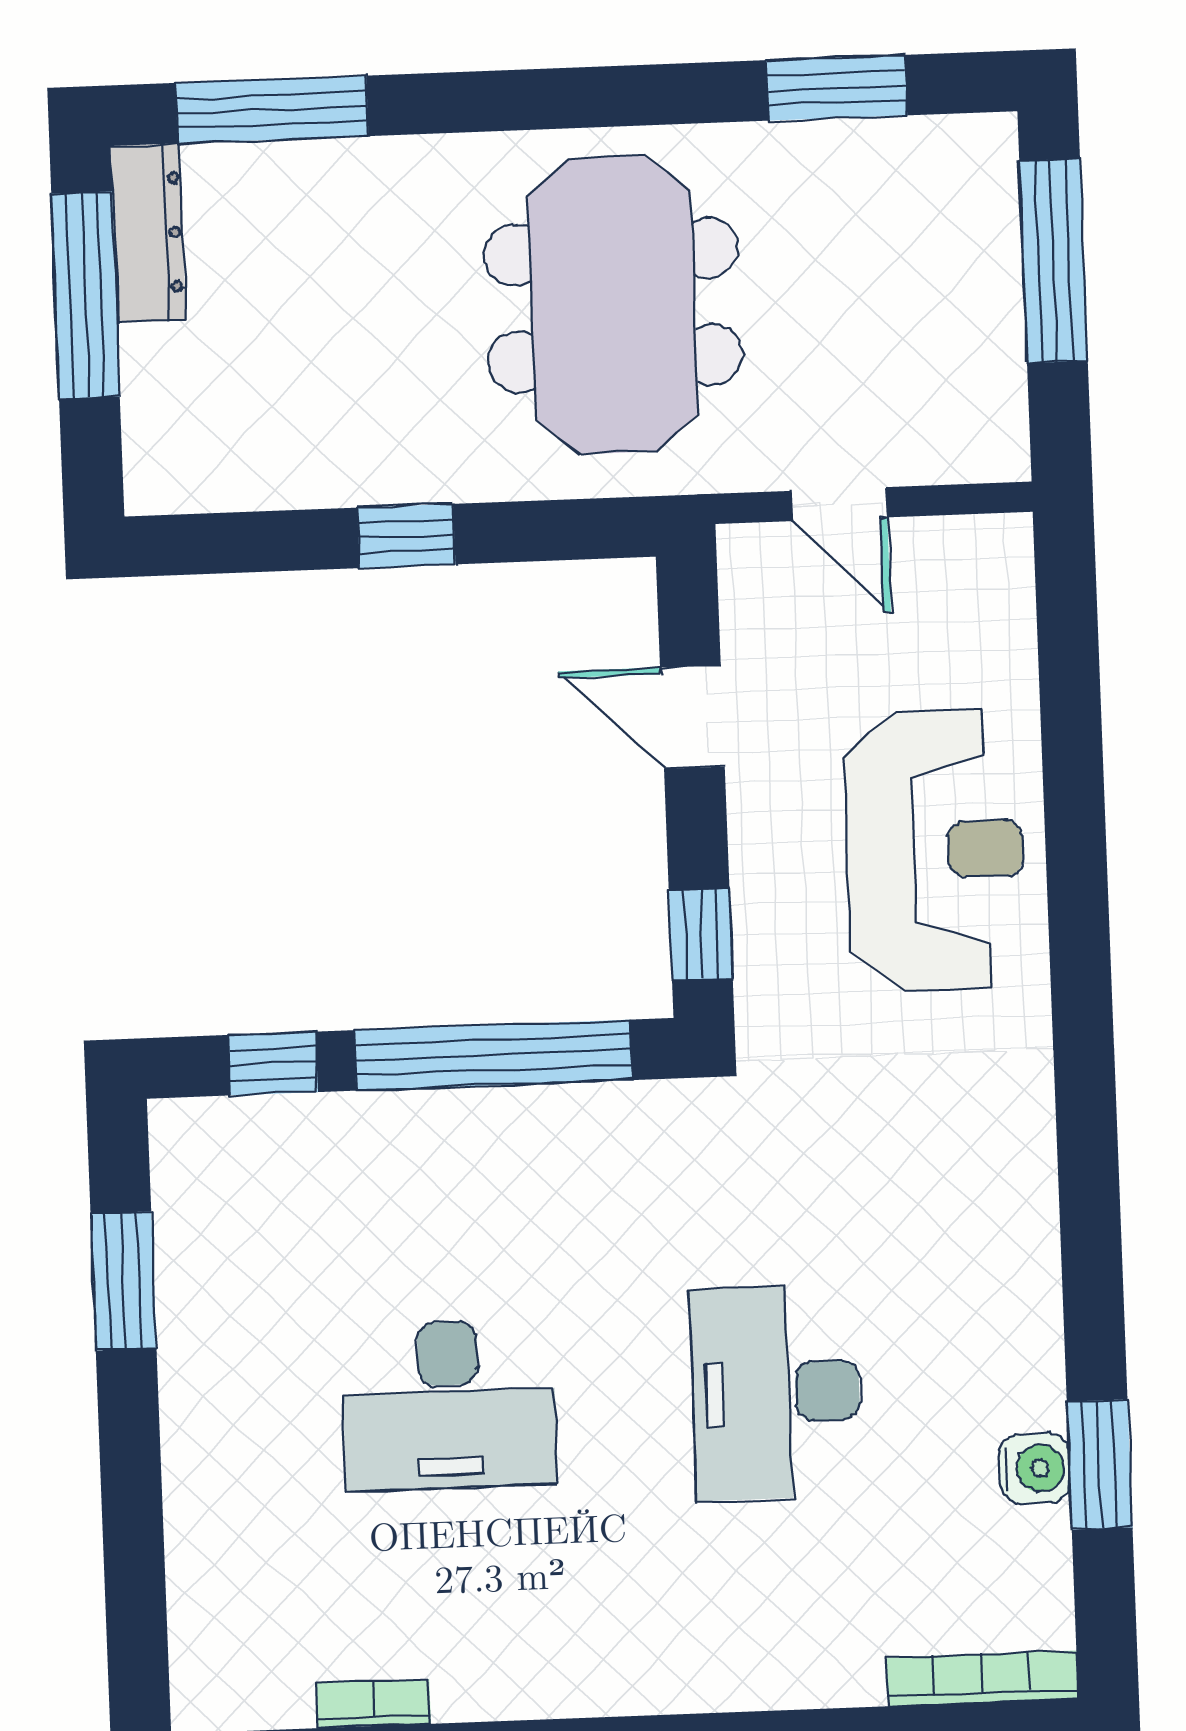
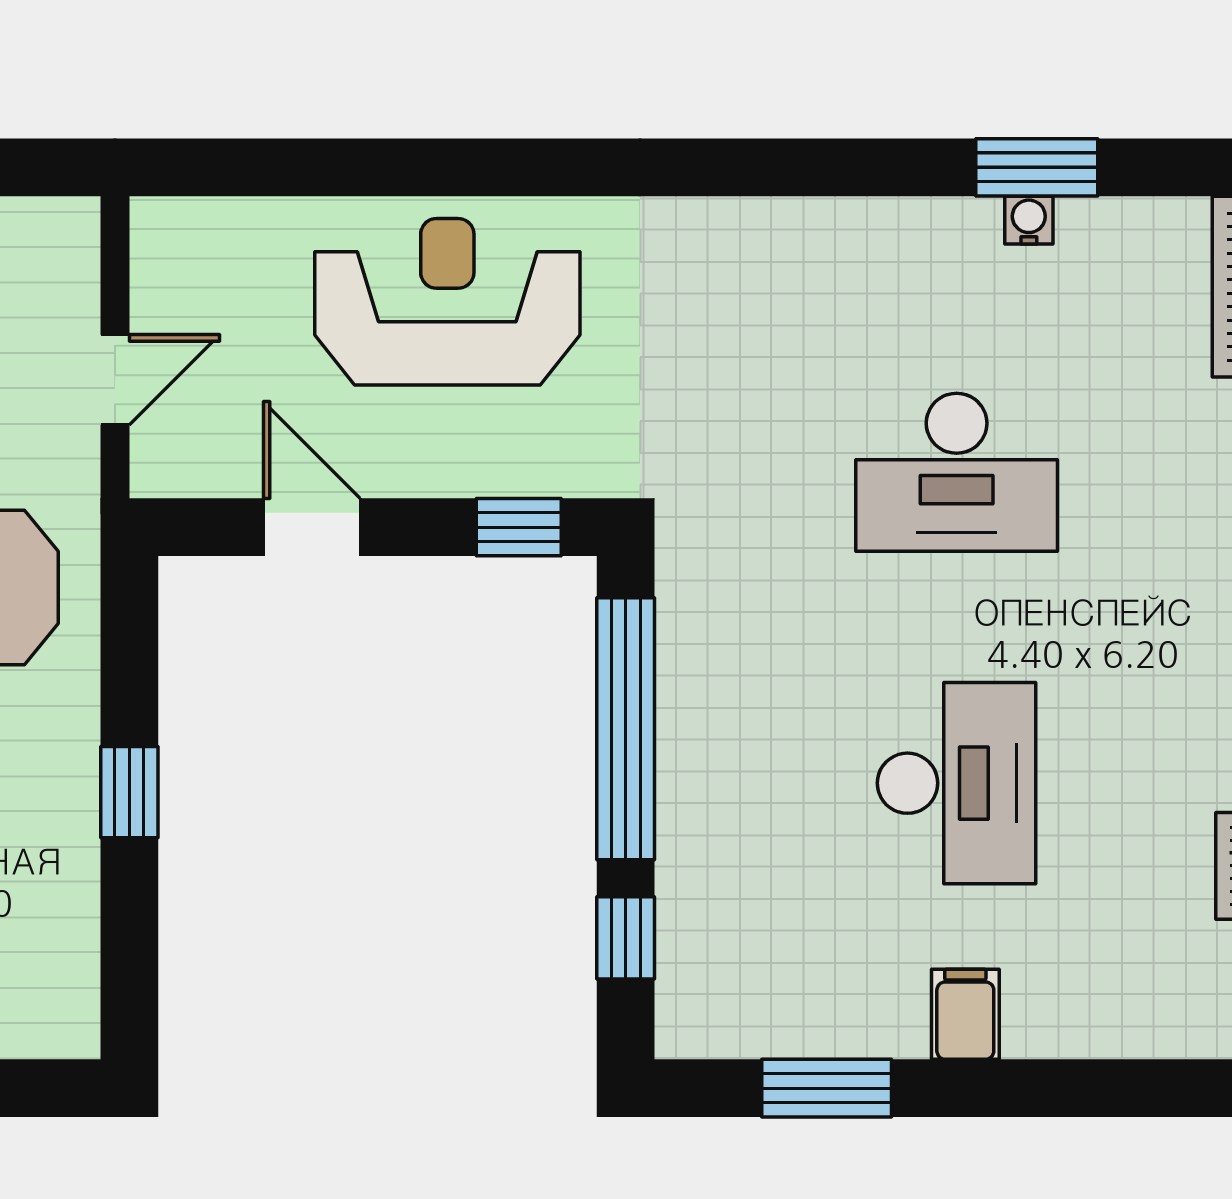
door: (692, 717) -> (312, 527), swing flipped
filing cabinet: (207, 1424) -> (965, 1014), added
water cooler: (1035, 1468) -> (1029, 220), width x0.72, depth x0.72

